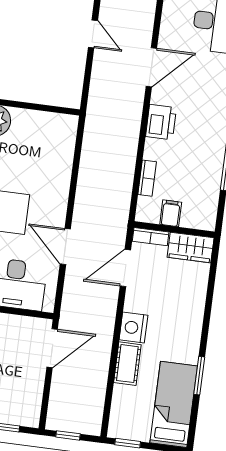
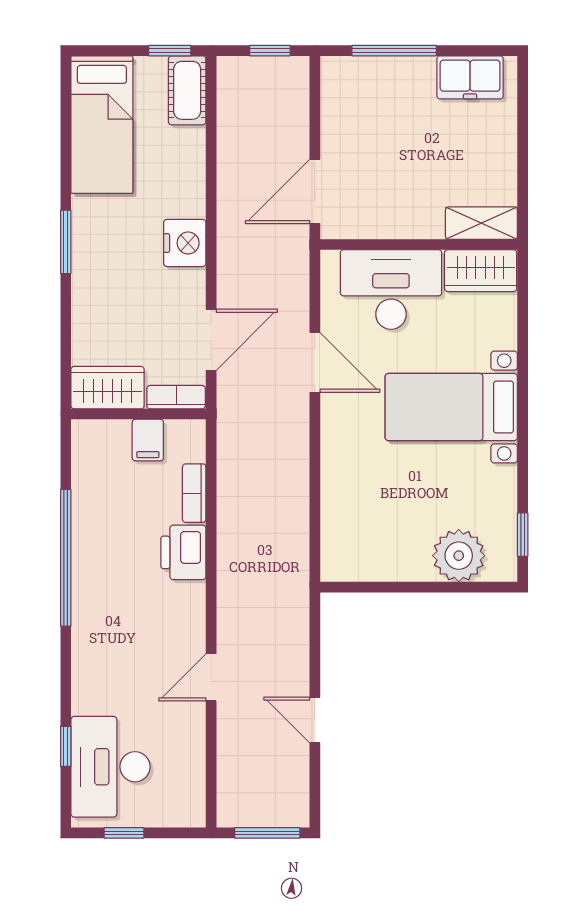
door: (151, 67) -> (211, 677), width x0.73
printer: (161, 122) -> (183, 552), moved
cot: (127, 364) -> (187, 90), moved
window: (199, 376) -> (66, 242), moved

